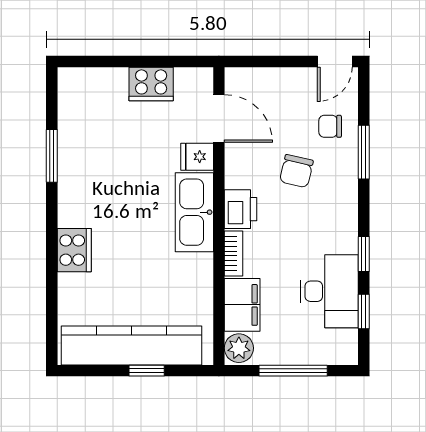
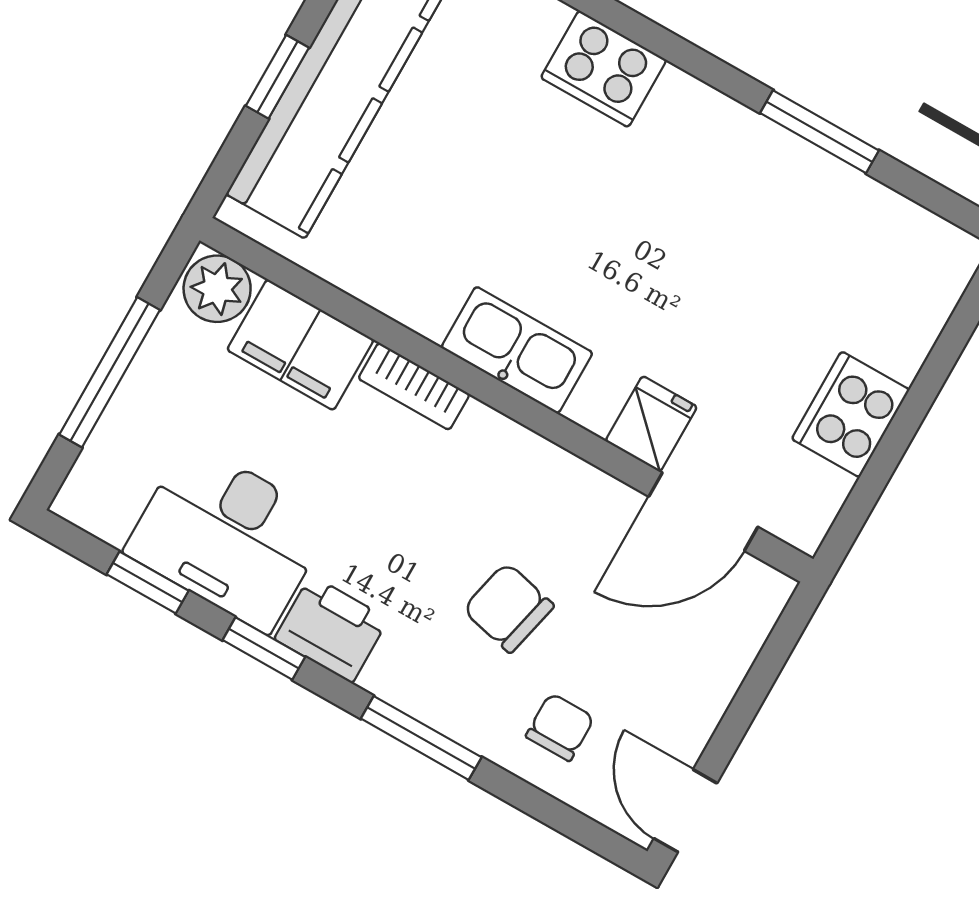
window: (364, 152) -> (421, 738), moved
printer: (241, 209) -> (331, 629), moved, turned 180
kitchen sink: (194, 212) -> (517, 350), width x0.73, depth x0.81

